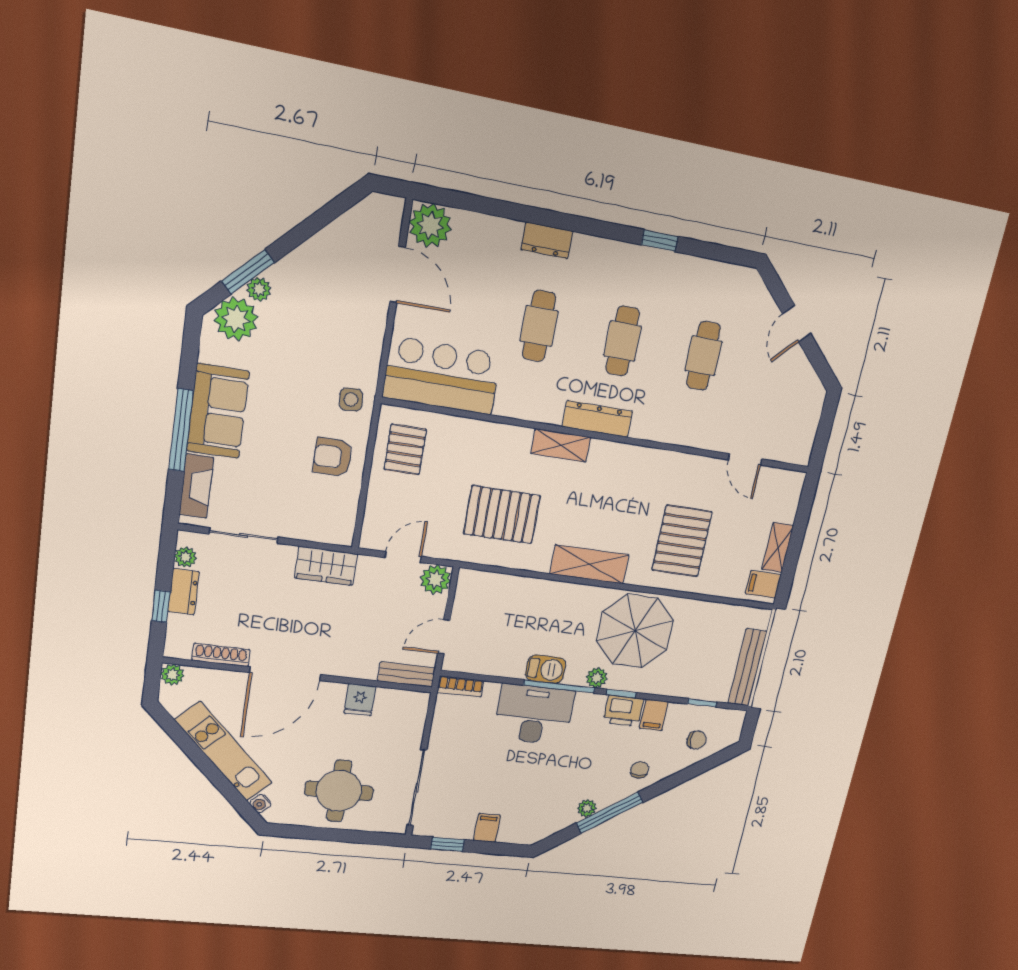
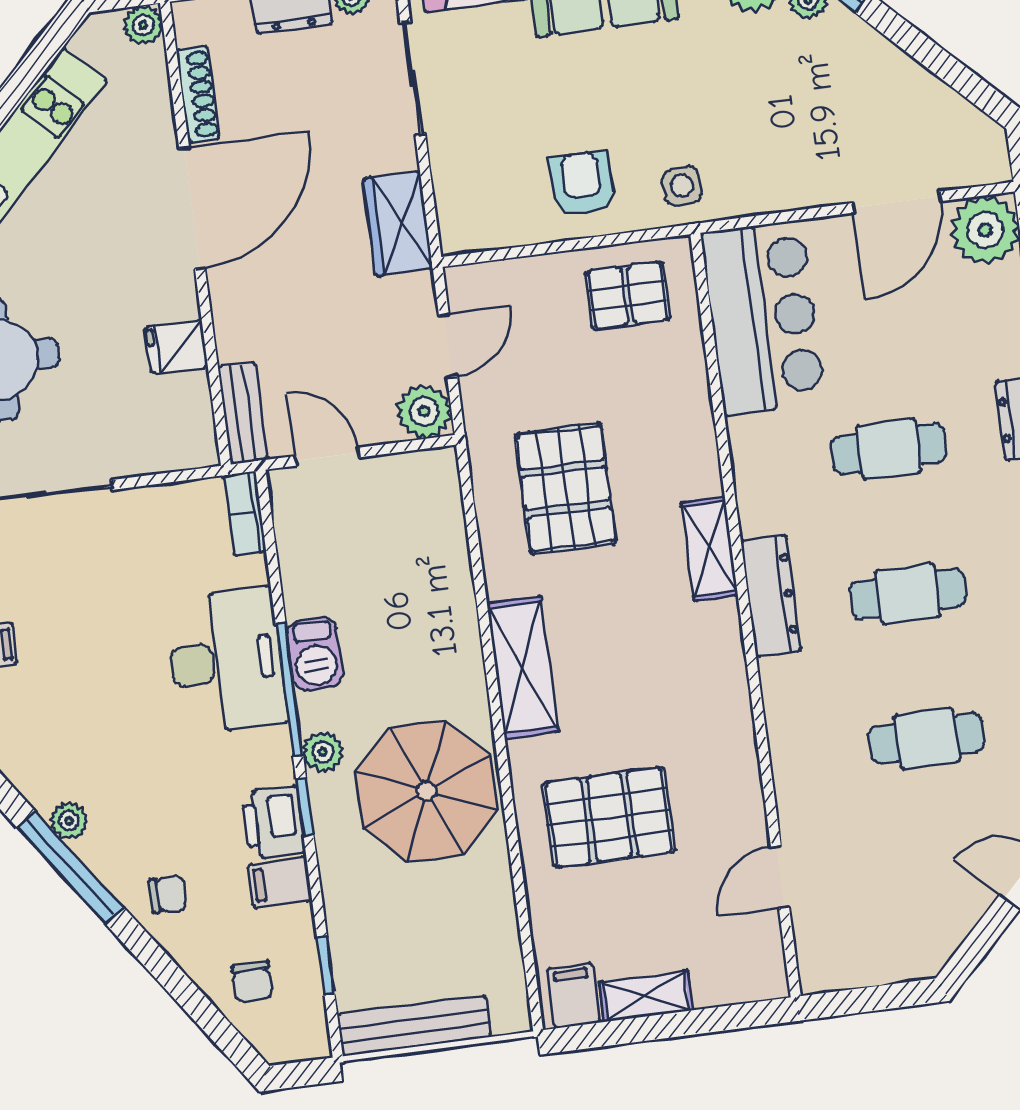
door: (403, 557) -> (448, 346), hinge flipped
door: (285, 674) -> (192, 208), swing flipped

